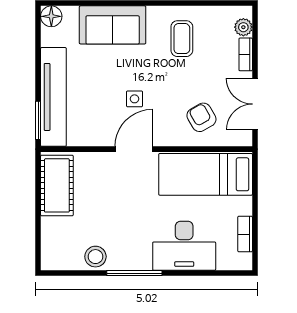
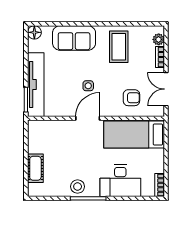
coffee table: (182, 39) -> (119, 47), width x1.36, depth x1.30
armchair: (201, 117) -> (131, 98), turned 120
cot: (57, 185) -> (35, 168), moved, width x0.73, depth x0.75
bookcase: (245, 234) -> (160, 185), moved
stool: (95, 257) -> (78, 187), moved

